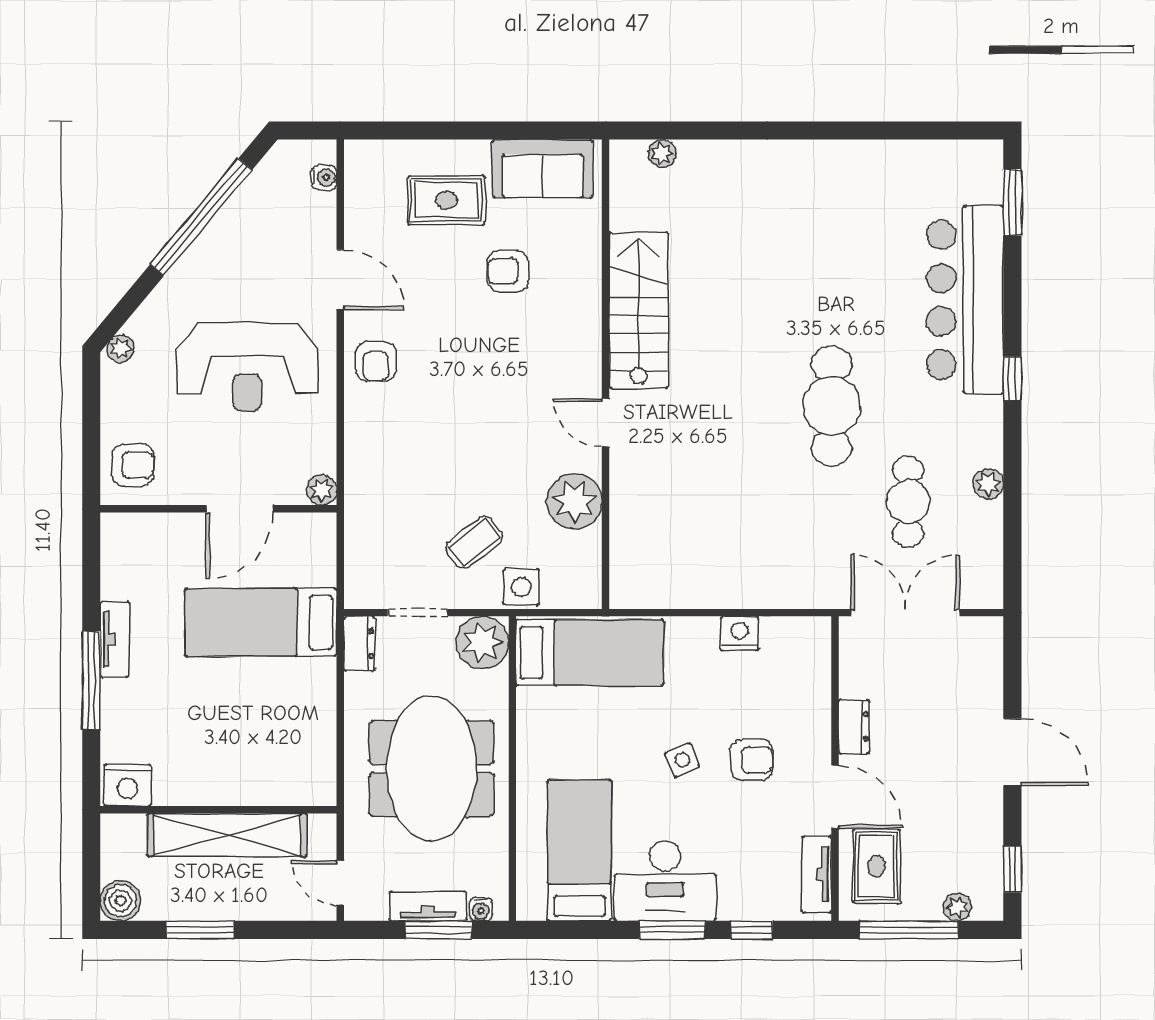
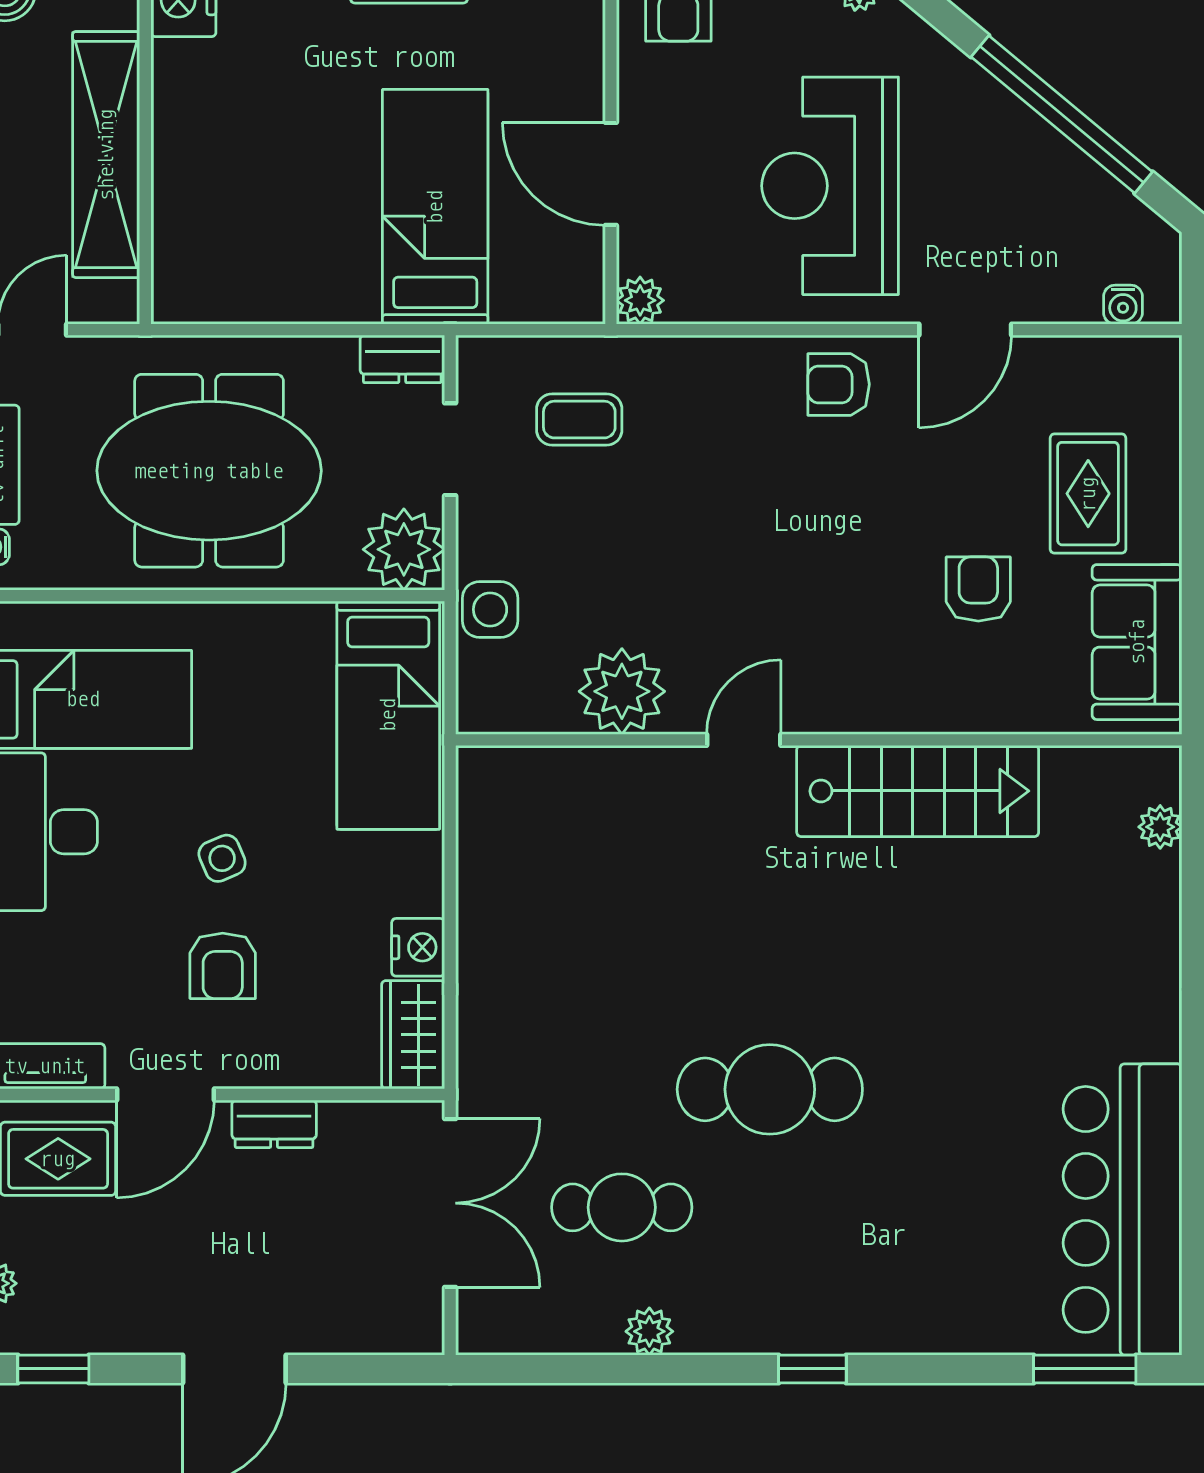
bar counter: (965, 300) -> (1122, 1209), moved, turned -90
coffee table: (474, 542) -> (579, 420), moved, turned -52
wardrobe: (796, 637) -> (413, 1035), added

